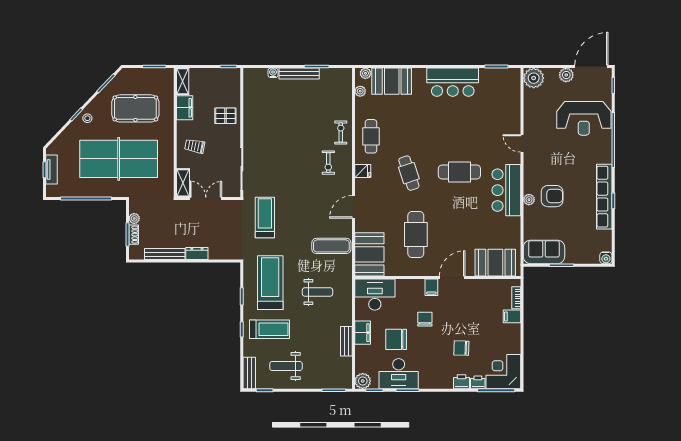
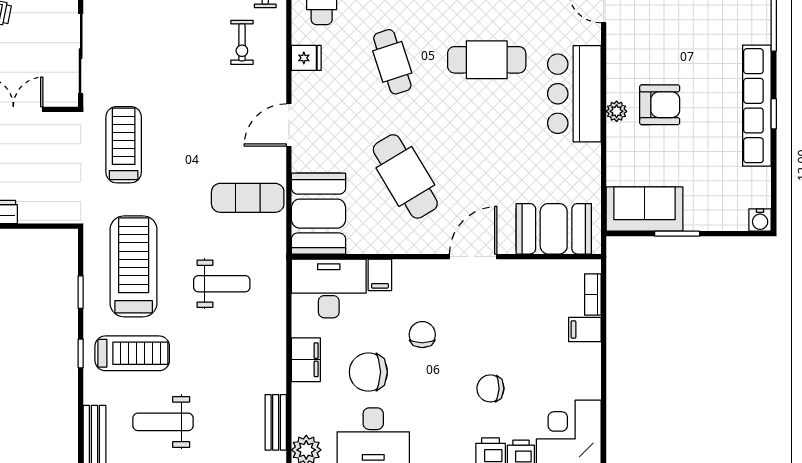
cafe table: (416, 234) -> (405, 176), turned -31
filing cabinet: (431, 287) -> (380, 275), moved
bench: (346, 341) -> (276, 422), moved

